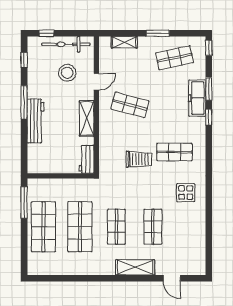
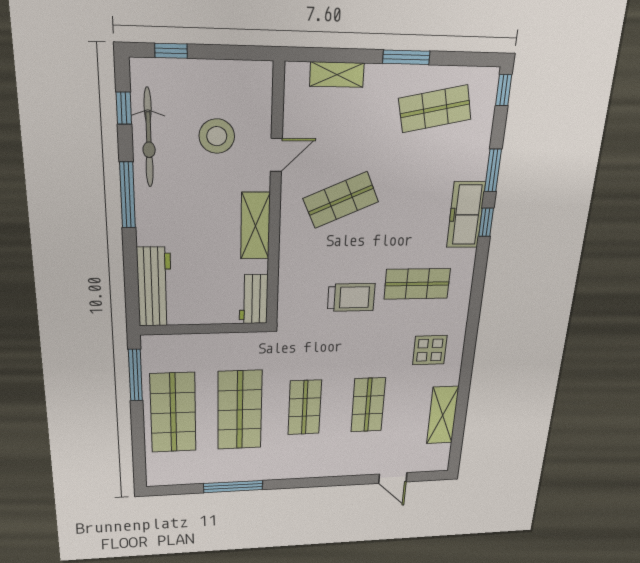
bicycle: (66, 44) -> (149, 138), moved, turned -90
freezer: (197, 98) -> (466, 215), moved
shop shelf: (130, 105) -> (341, 200), turned -39
workbench: (36, 121) -> (154, 287), moved
shelving: (135, 267) -> (443, 415), moved, turned 90
window: (77, 278) -> (233, 487), added

